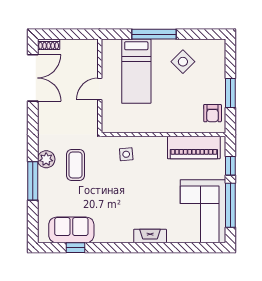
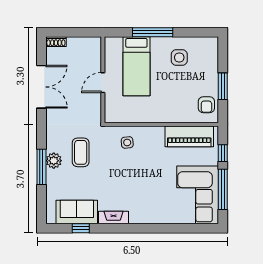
side table: (183, 62) -> (179, 57), turned 45
double door: (33, 78) -> (41, 87), moved
plant: (46, 159) -> (54, 161), moved
fireplace: (150, 236) -> (113, 218), moved

